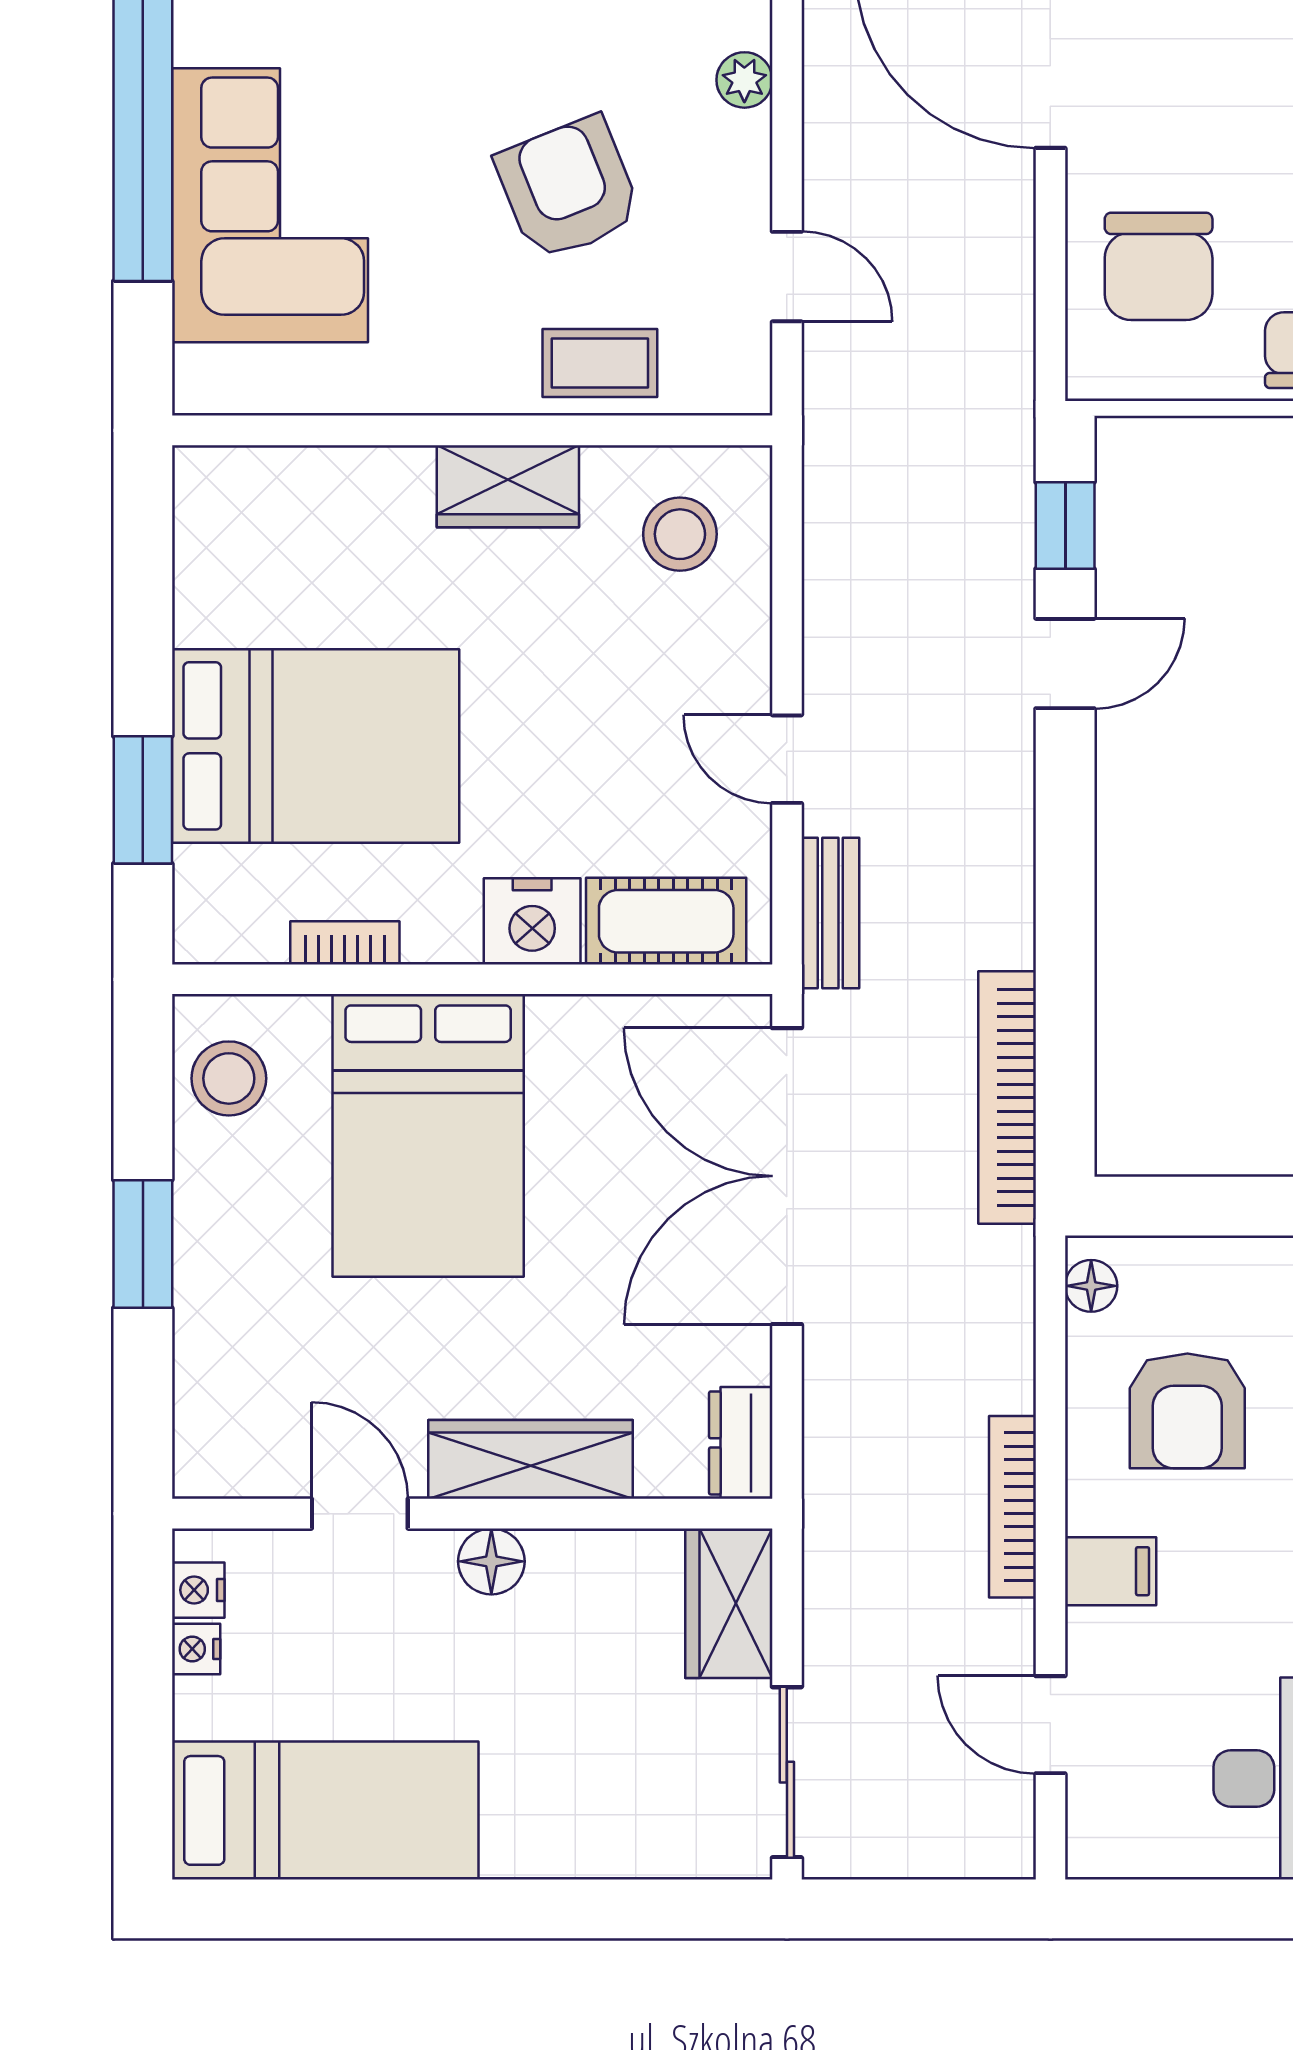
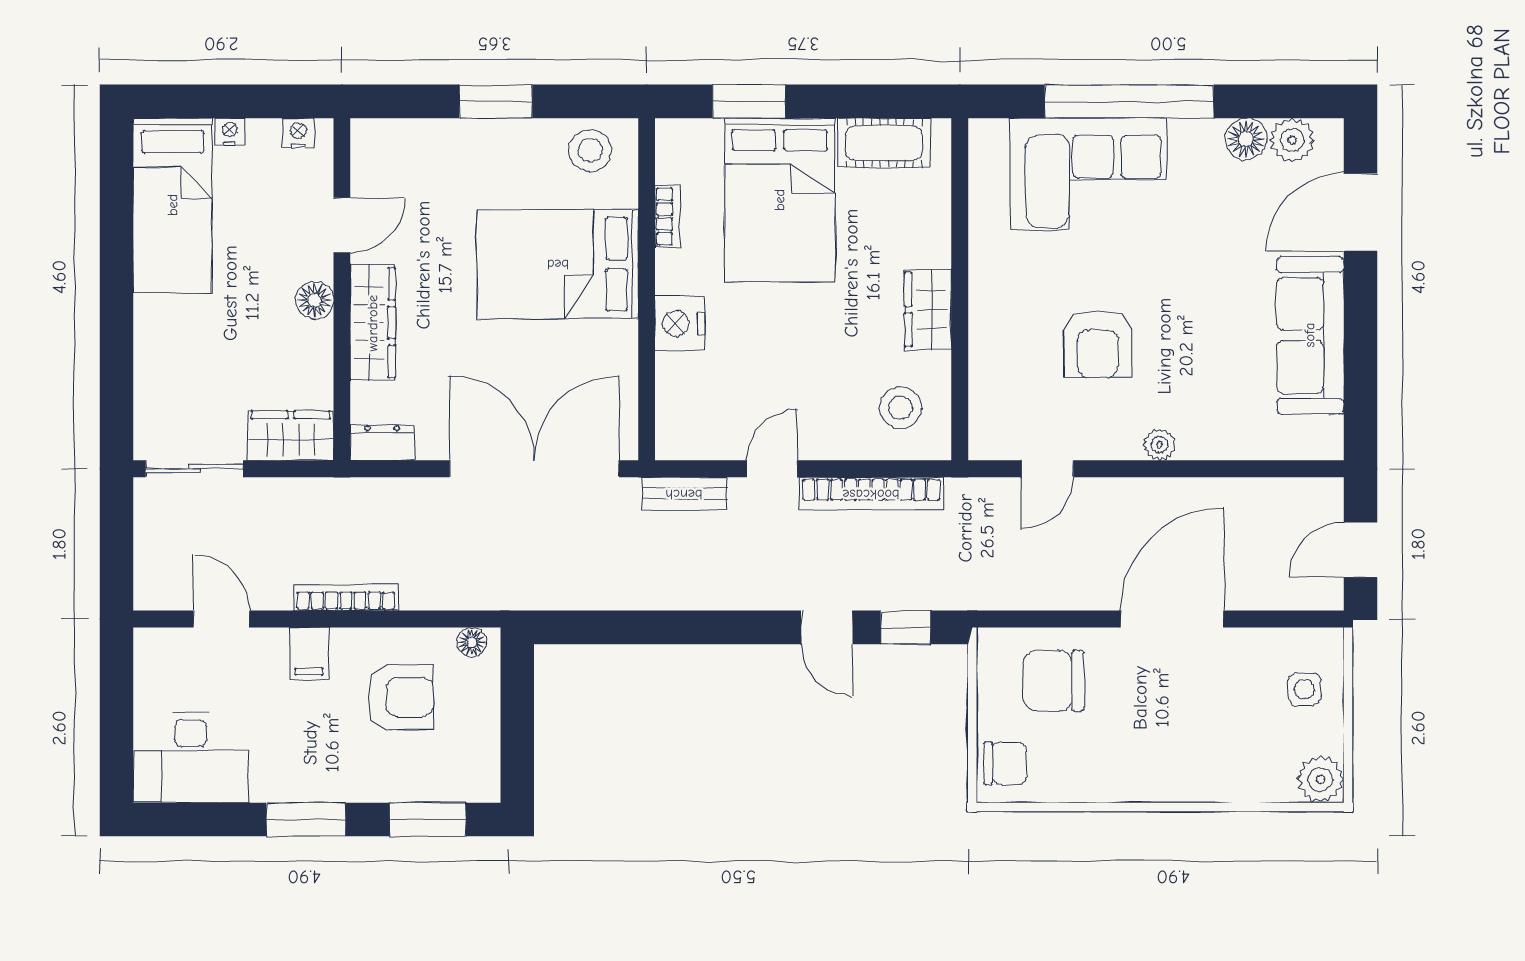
armchair: (568, 188) -> (1098, 344), turned 112
coffee table: (600, 363) -> (998, 362), removed
cot: (666, 921) -> (884, 143), moved, turned 90
bookcase: (1007, 1098) -> (871, 494), moved, turned 180
armchair: (1187, 1411) -> (401, 697), turned 180
nightstand: (196, 1649) -> (230, 132), moved
door: (1050, 1725) -> (221, 619), hinge flipped

